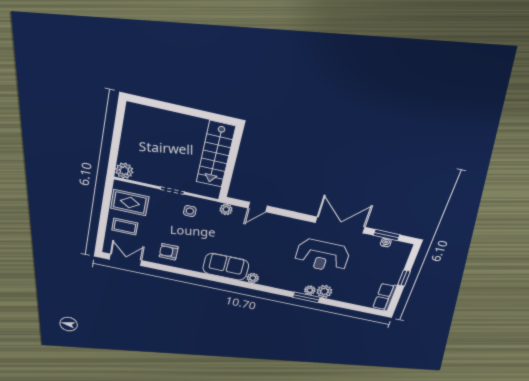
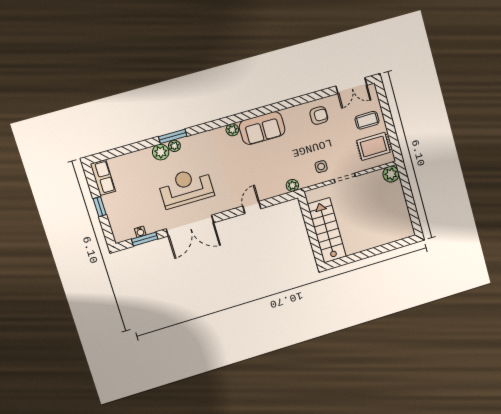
door: (258, 207) -> (252, 207), moved

